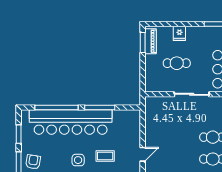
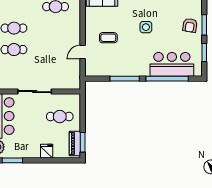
cafe table: (177, 63) -> (60, 117), moved
bar counter: (71, 122) -> (172, 64), width x0.54
door: (143, 154) -> (83, 52), moved
coffee table: (105, 156) -> (108, 38), moved

